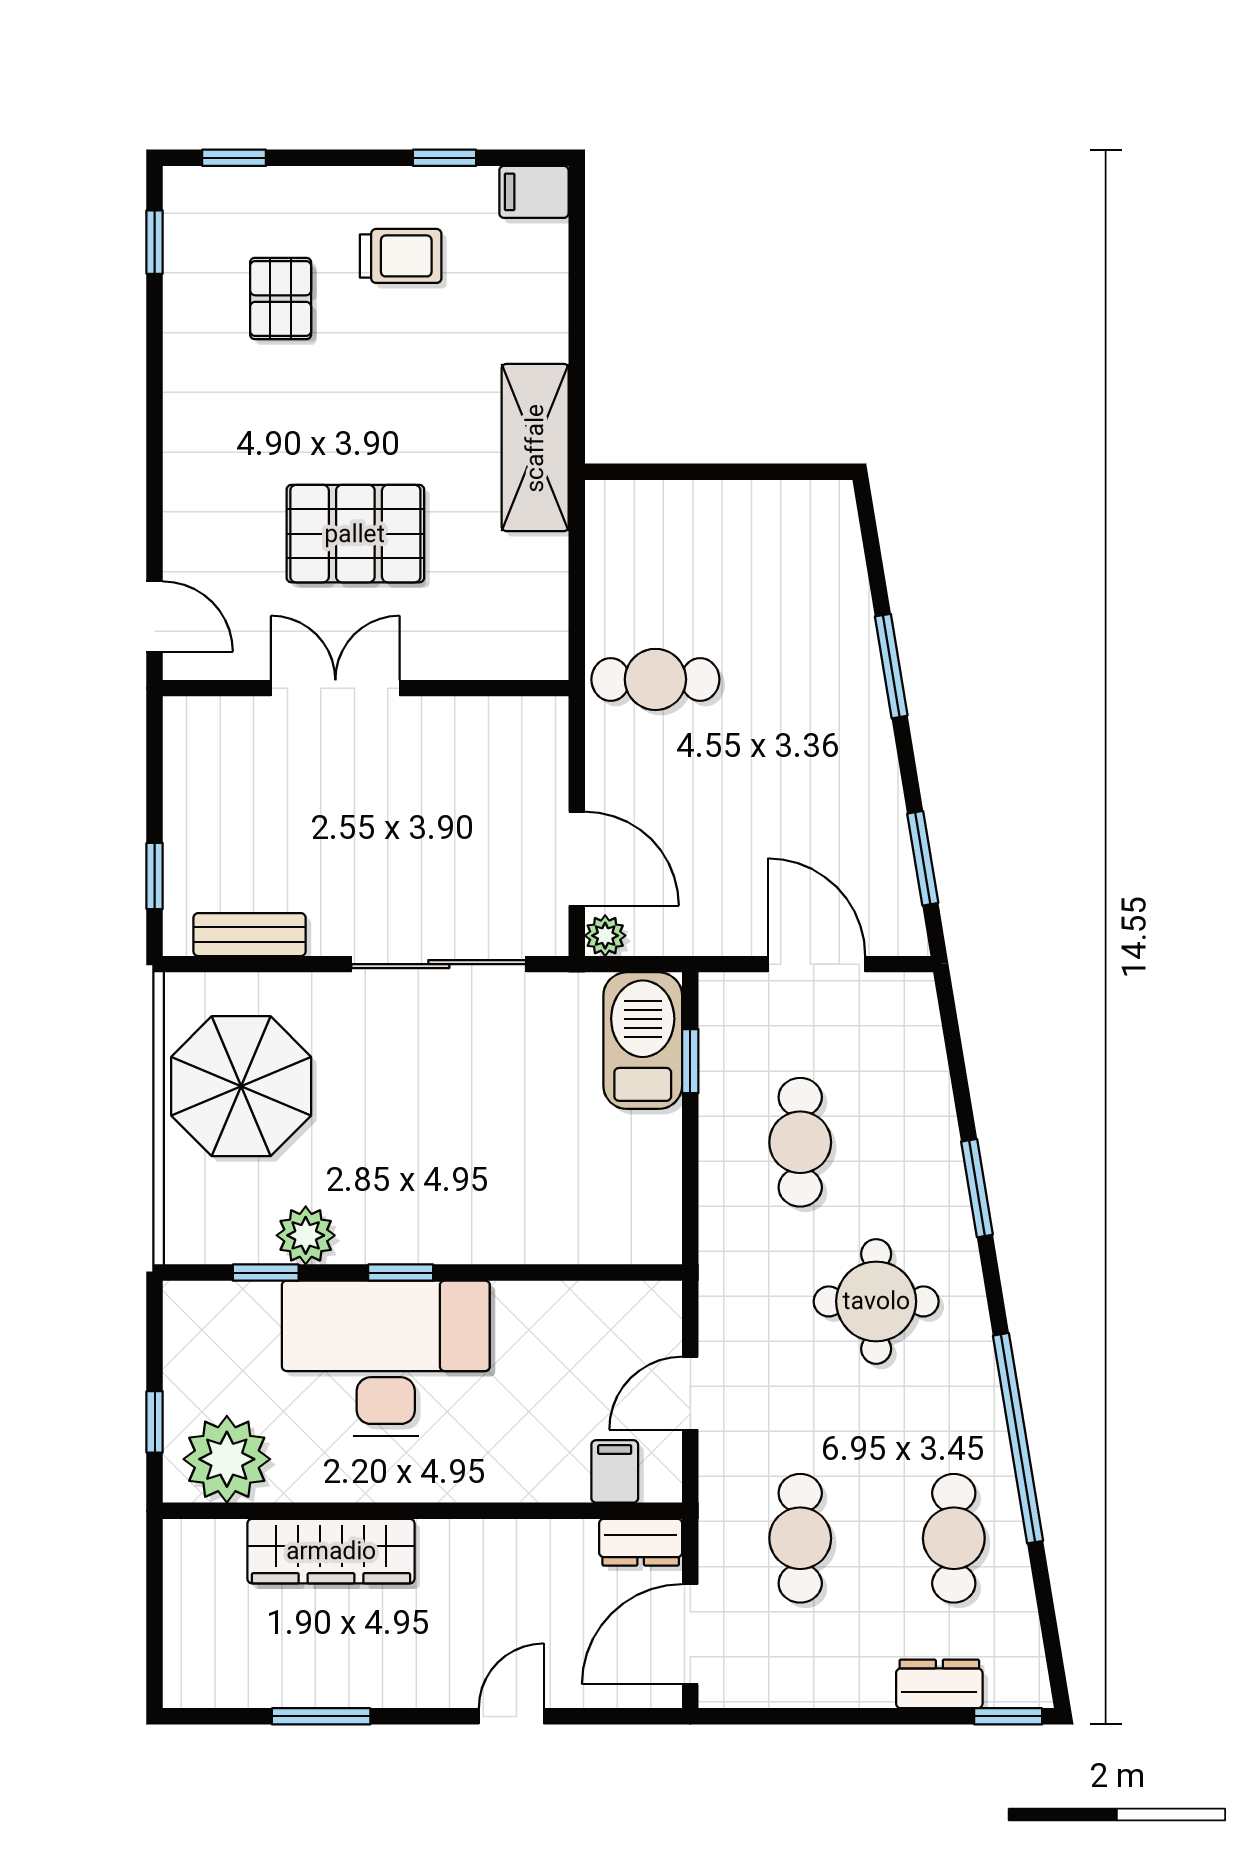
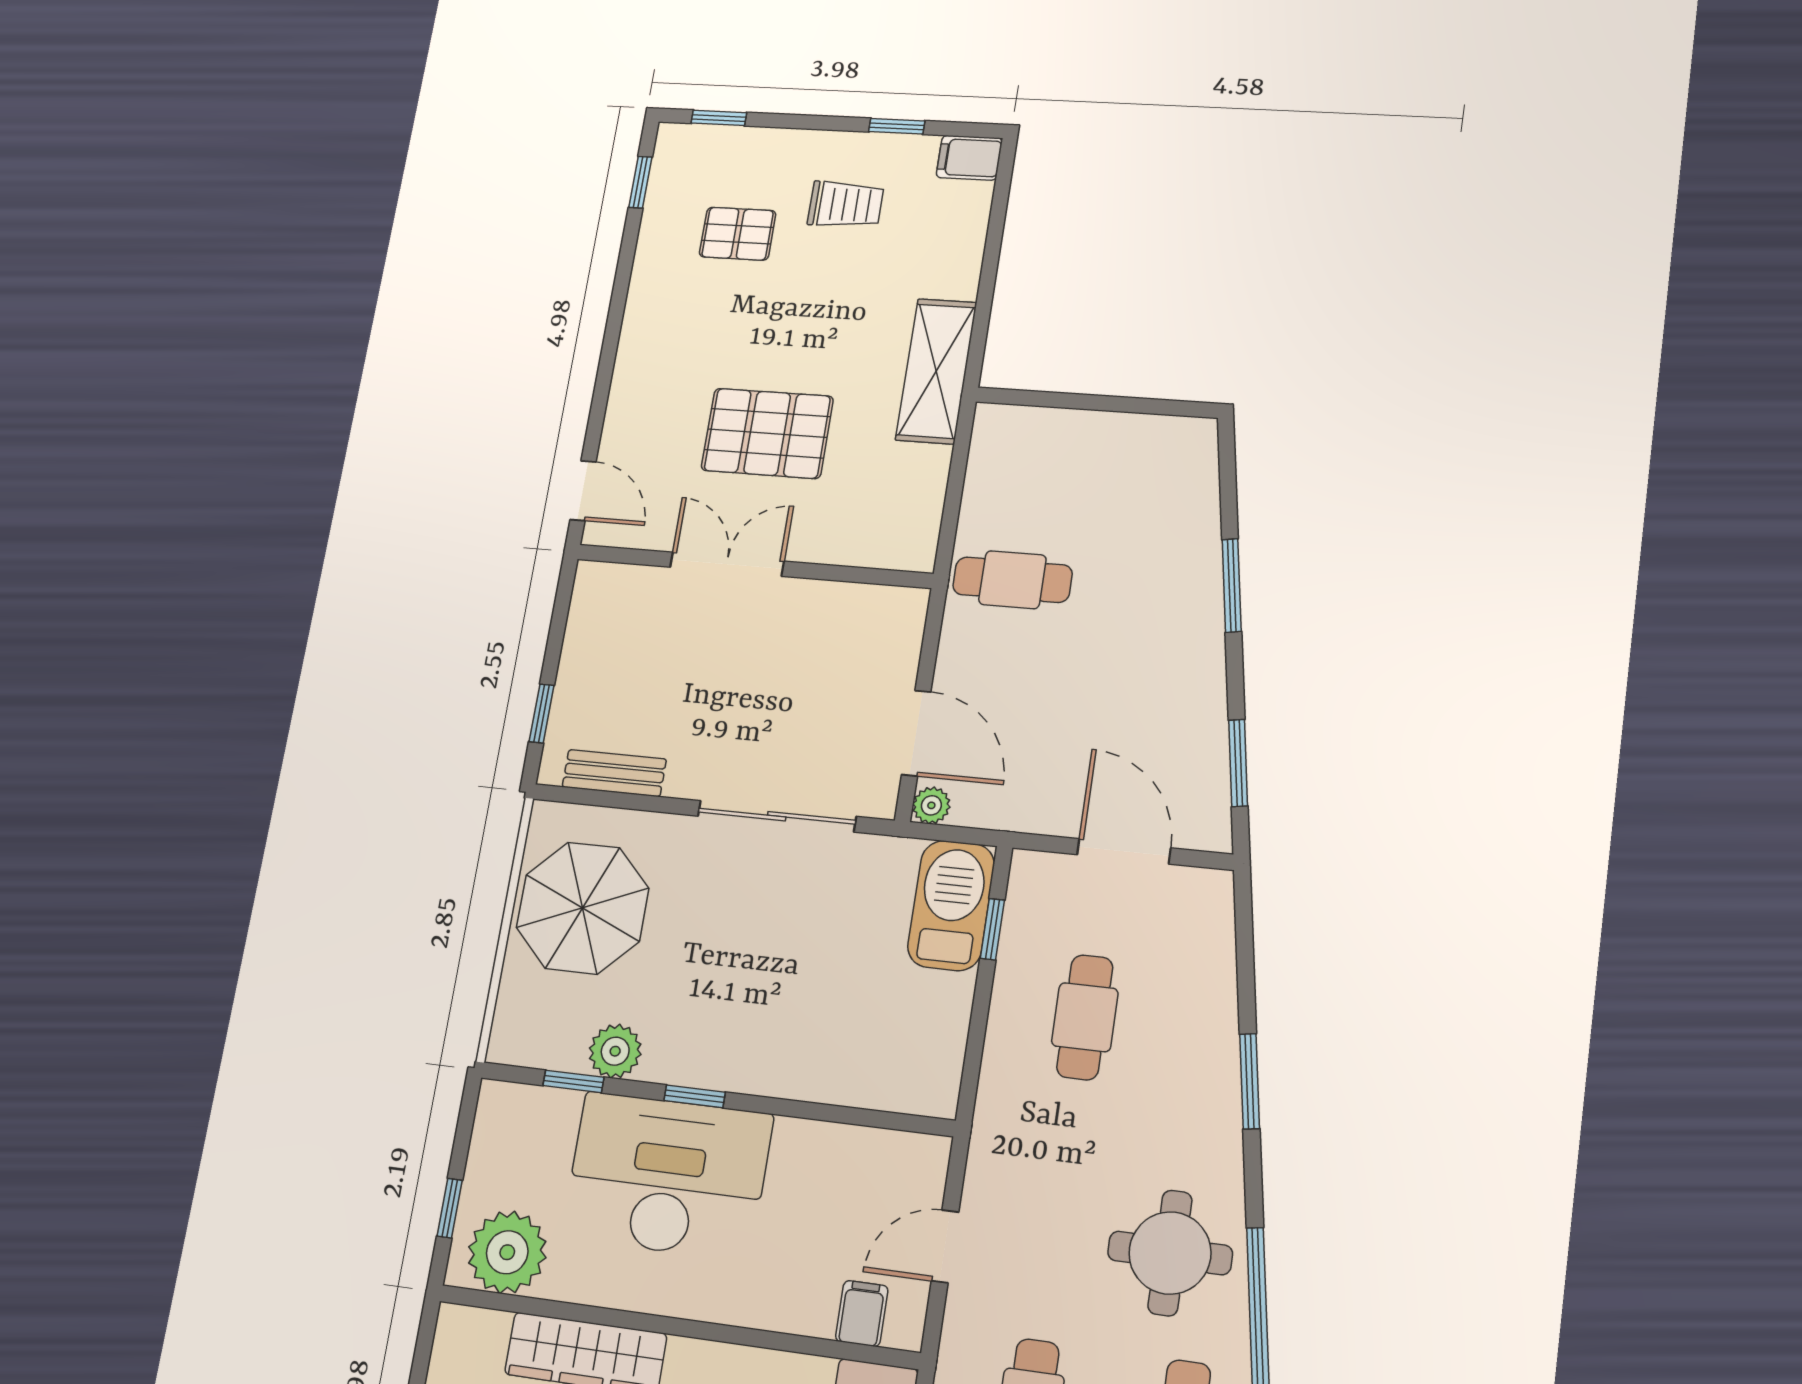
pallet: (281, 299) -> (738, 234), turned 90
round table: (876, 1301) -> (1170, 1253), moved

